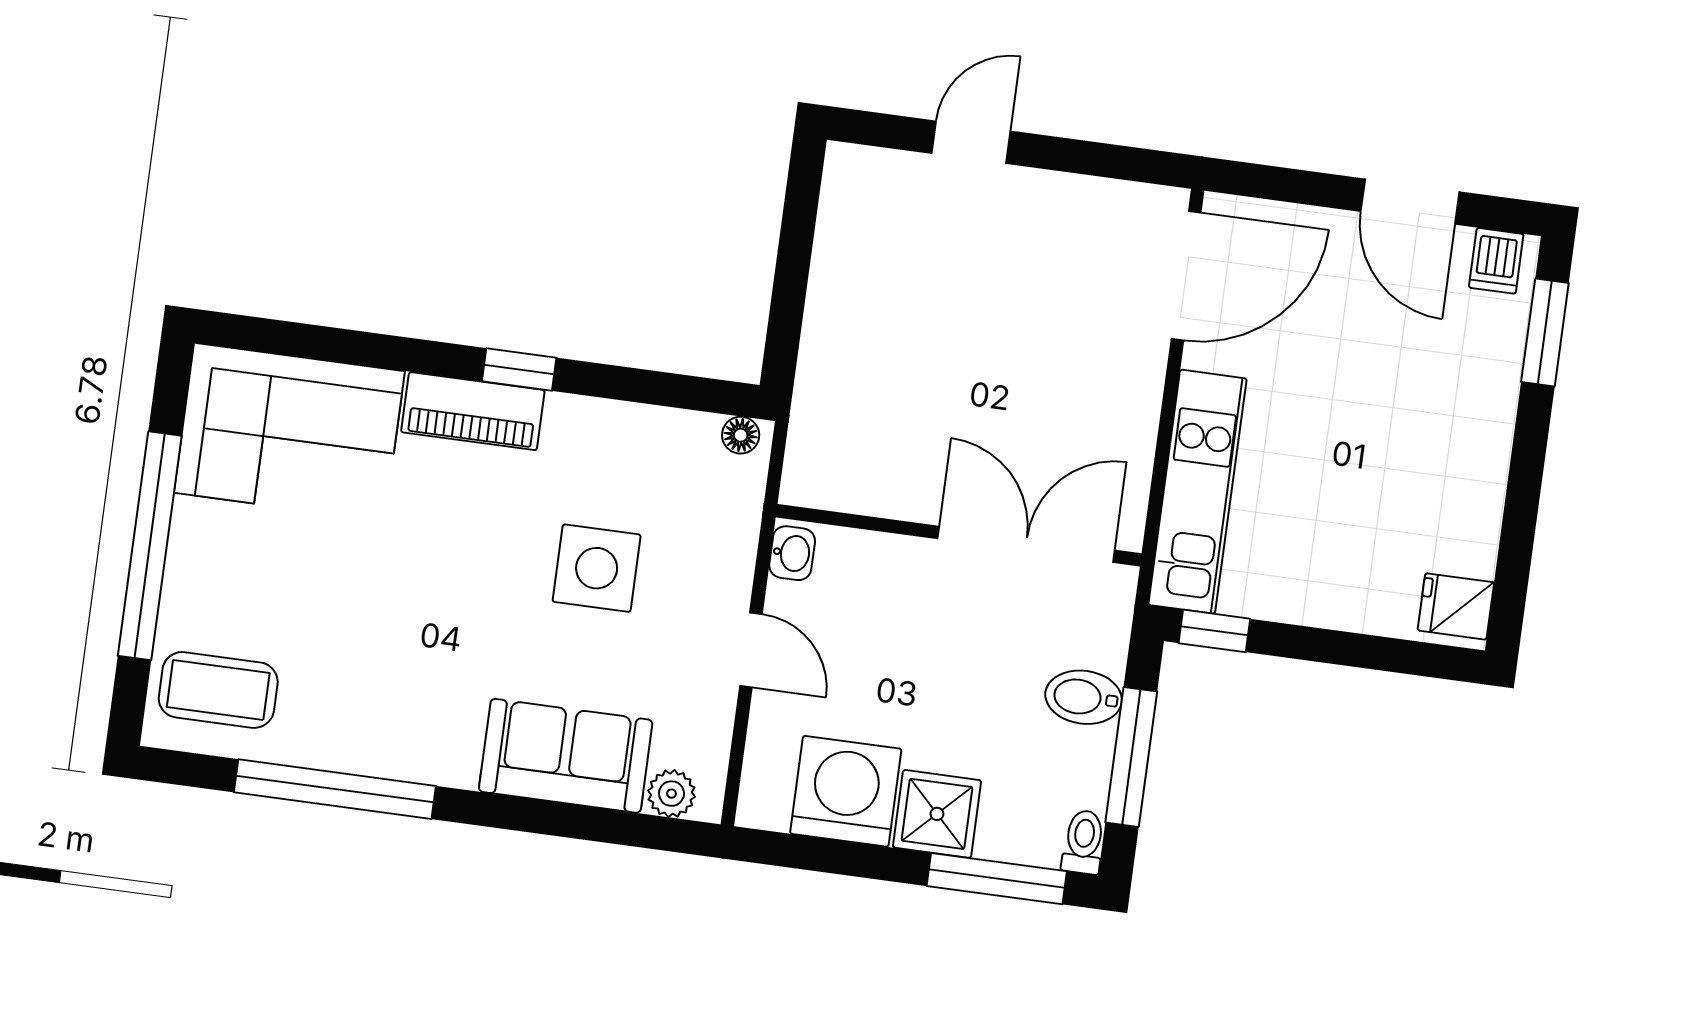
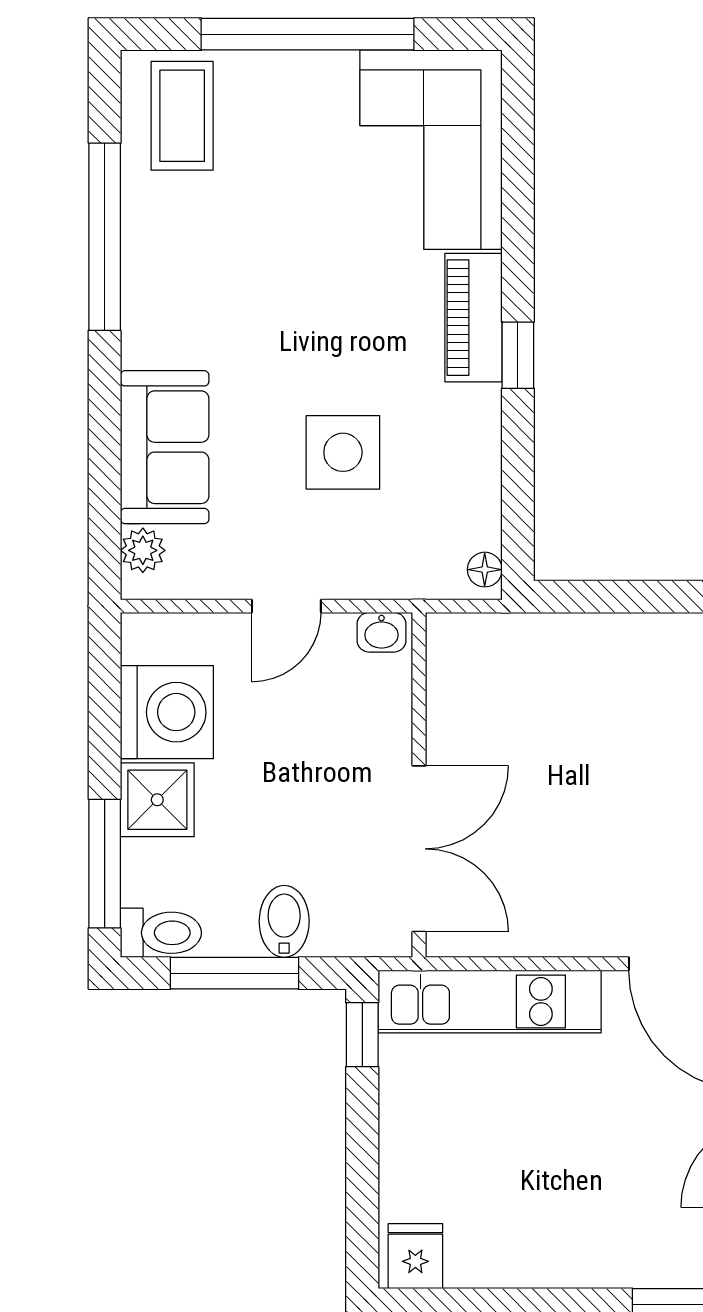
toilet: (1083, 842) -> (161, 933), width x1.37, depth x1.39

